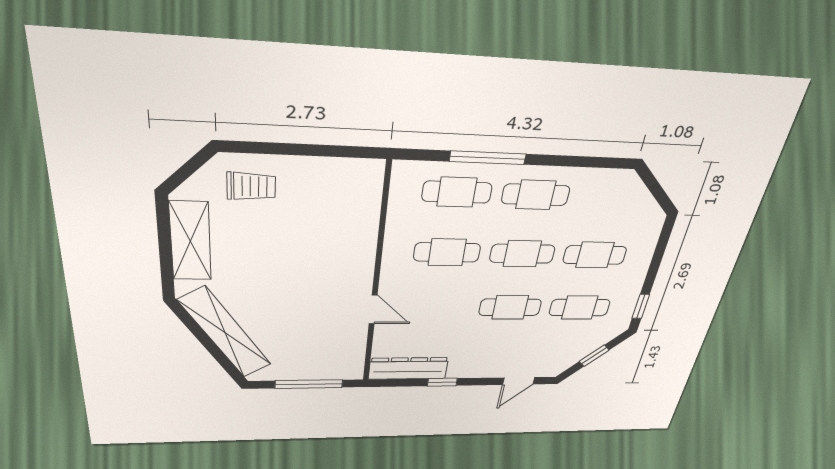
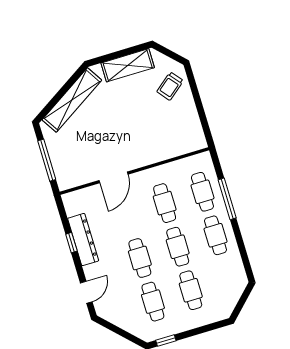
trolley: (251, 186) -> (170, 86), turned 51
door: (373, 310) -> (113, 177), width x1.38
window: (594, 356) -> (121, 332), removed
dresser: (408, 368) -> (83, 240), moved
door: (519, 381) -> (86, 292), swing flipped

